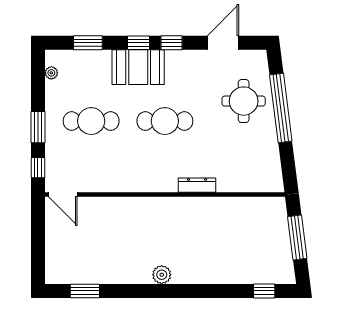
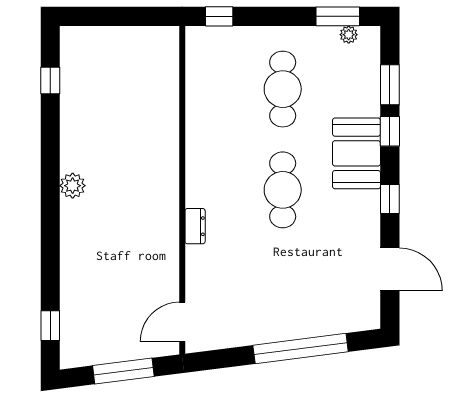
window: (139, 43) -> (390, 131), moved
round table: (244, 101) -> (310, 298), removed
window: (38, 127) -> (338, 16), moved
dresser: (197, 185) -> (195, 226), width x0.70
door: (63, 194) -> (182, 322), moved
window: (85, 291) -> (50, 81), width x0.67

